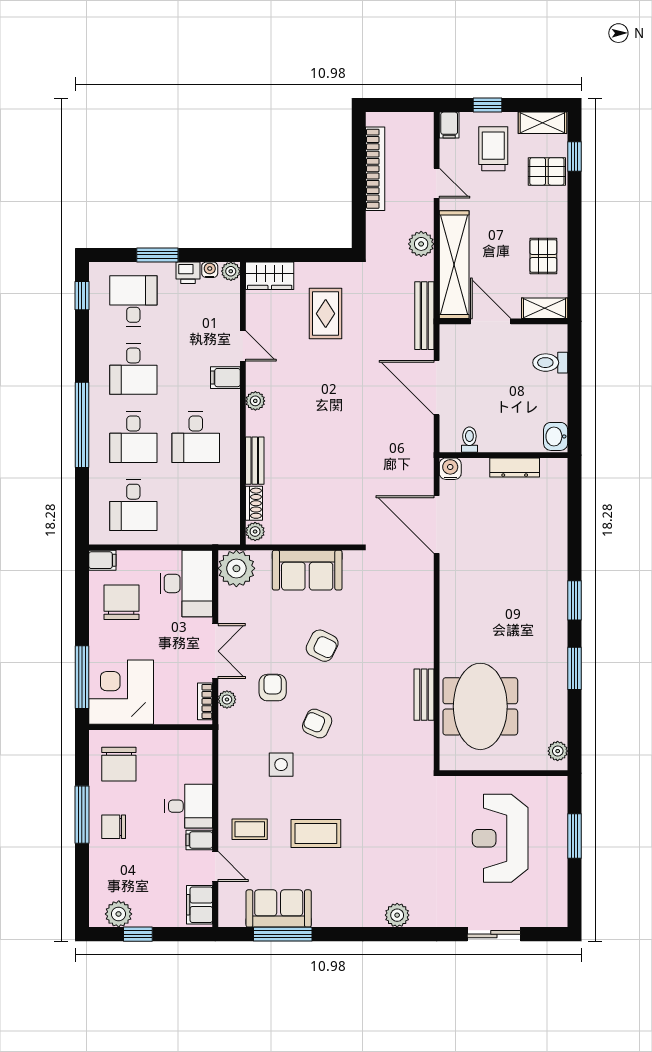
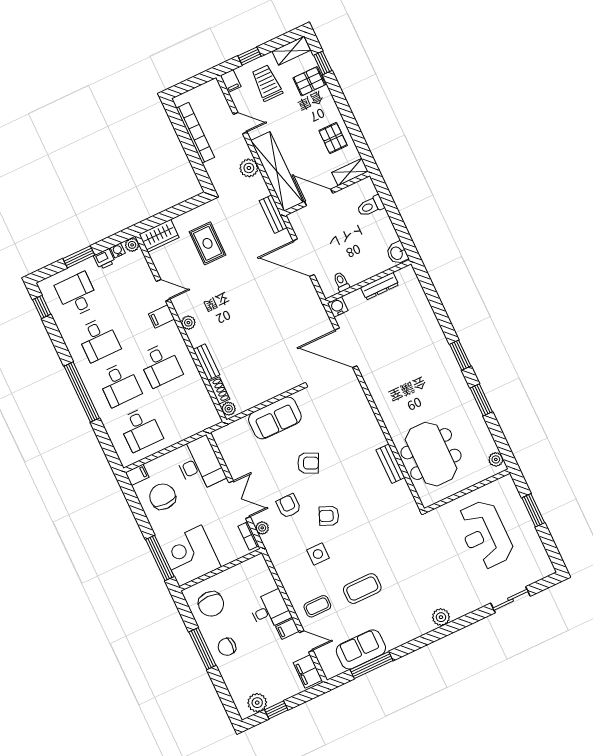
bench: (424, 316) -> (273, 214), width x0.73
plant: (236, 568) -> (228, 439), removed

